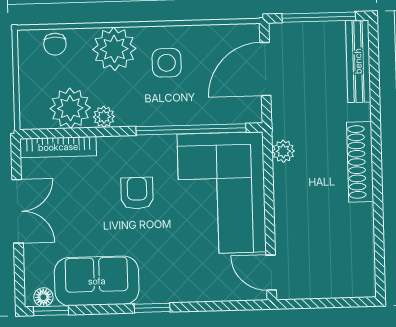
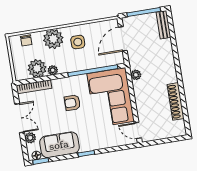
bench: (358, 61) -> (163, 25), width x0.73
shoe rack: (360, 162) -> (176, 101), moved
armchair: (137, 193) -> (72, 103), turned -90
plant: (35, 257) -> (30, 138), added

